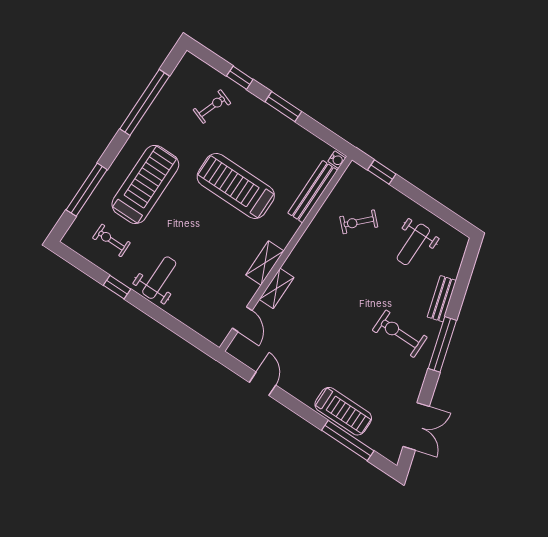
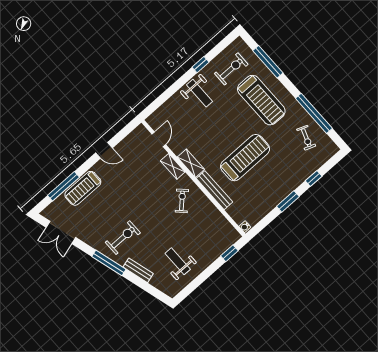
exercise bike: (212, 107) -> (306, 138), moved
bench: (313, 192) -> (214, 190), moved
exercise bike: (359, 222) -> (182, 201), moved
exercise bike: (111, 240) -> (231, 69), width x1.38, depth x1.39
door: (242, 319) -> (159, 139), swing flipped
door: (263, 384) -> (104, 150), moved

